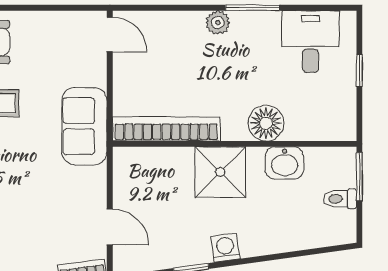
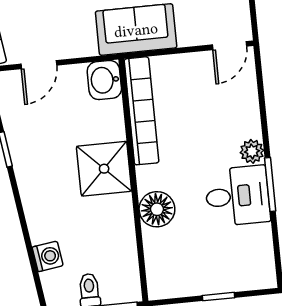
desk: (310, 42) -> (237, 196), moved
washbasin: (285, 163) -> (104, 80), moved
washing machine: (225, 248) -> (48, 256), moved

